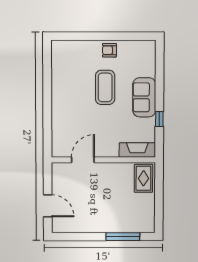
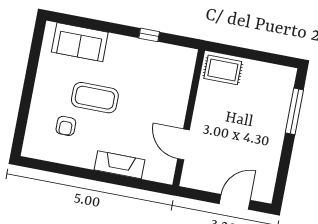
armchair: (109, 50) -> (66, 126), moved
sofa: (144, 97) -> (80, 42), moved
fireplace: (137, 150) -> (120, 165), moved, turned 90

